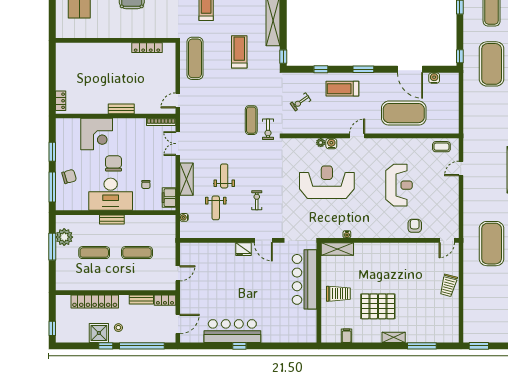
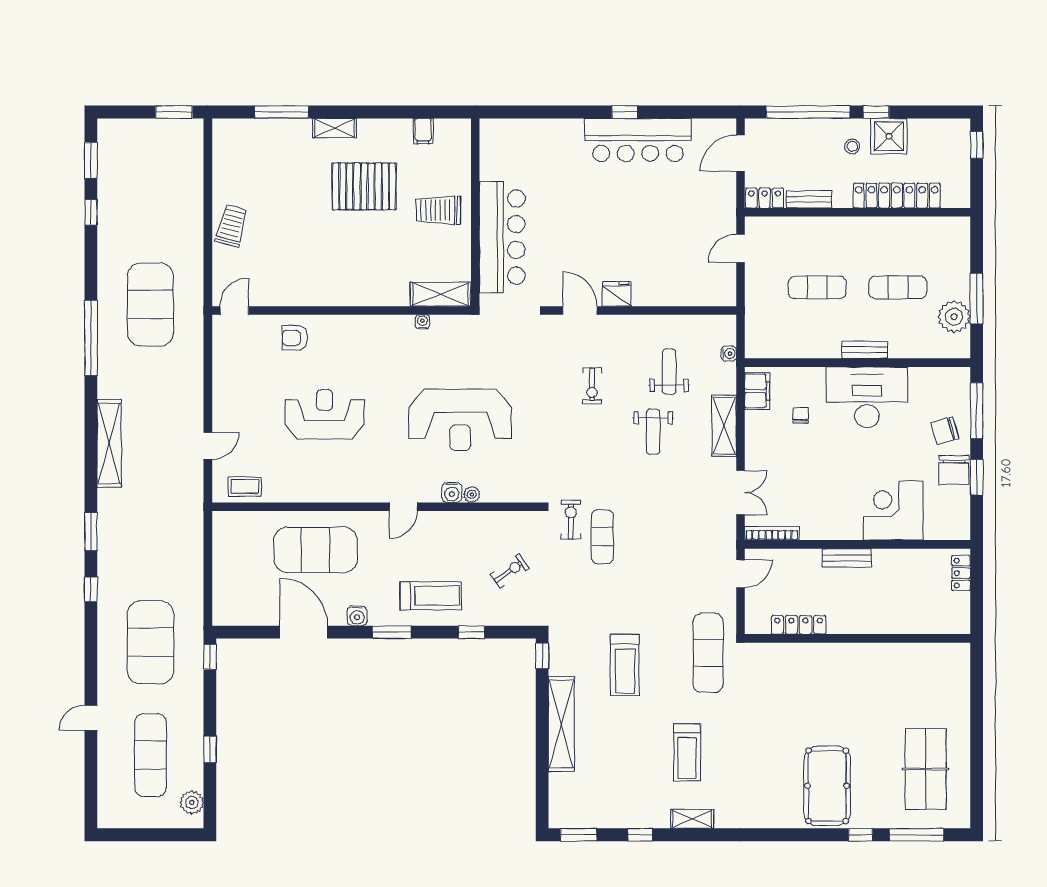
wall: (116, 40) -> (858, 638), moved
locker: (147, 48) -> (798, 625), moved
water cooler: (434, 78) -> (357, 616), moved
chair: (113, 163) -> (954, 470), moved
reception desk: (399, 185) -> (325, 414), turned 90
armchair: (415, 226) -> (295, 338), turned 90

